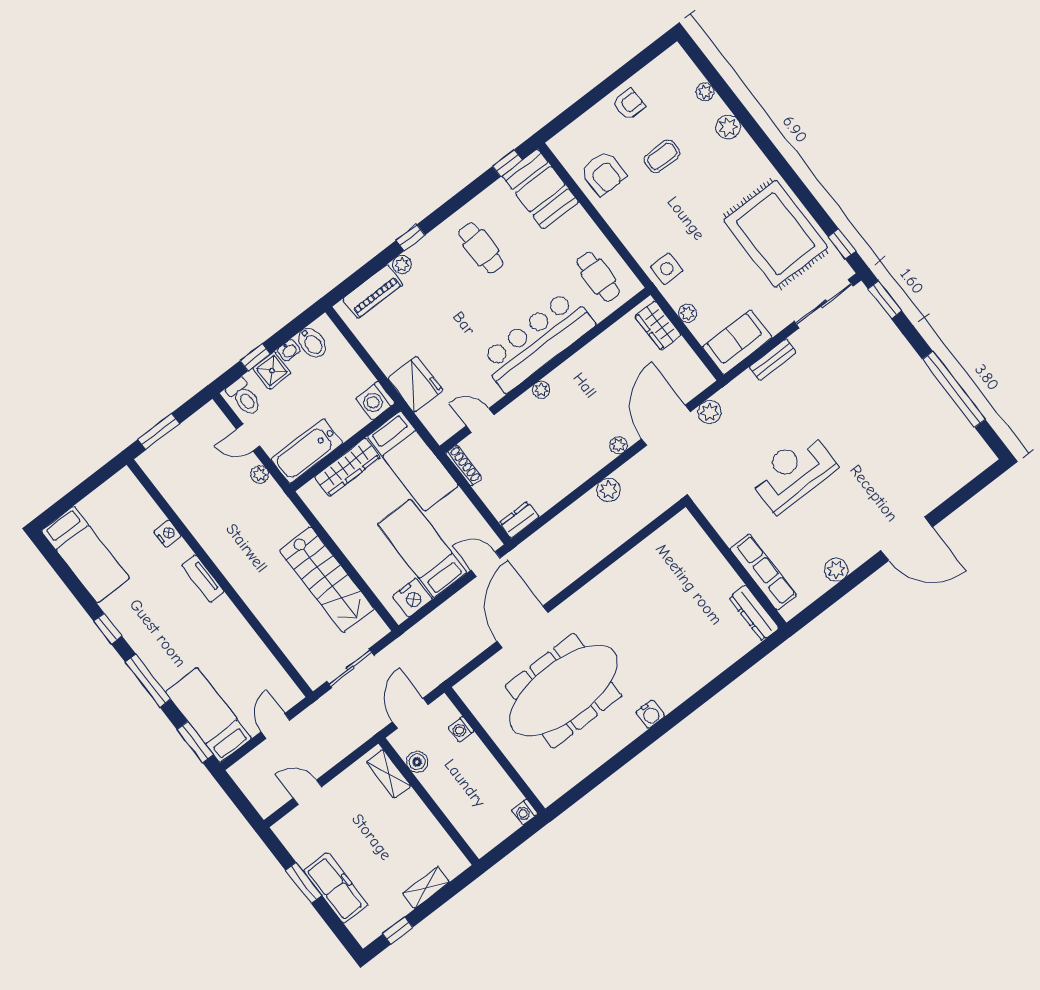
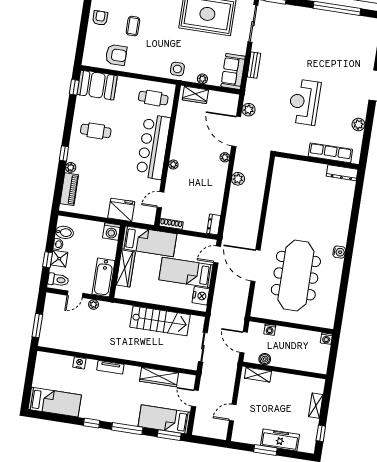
wardrobe: (255, 653) -> (159, 377), added

